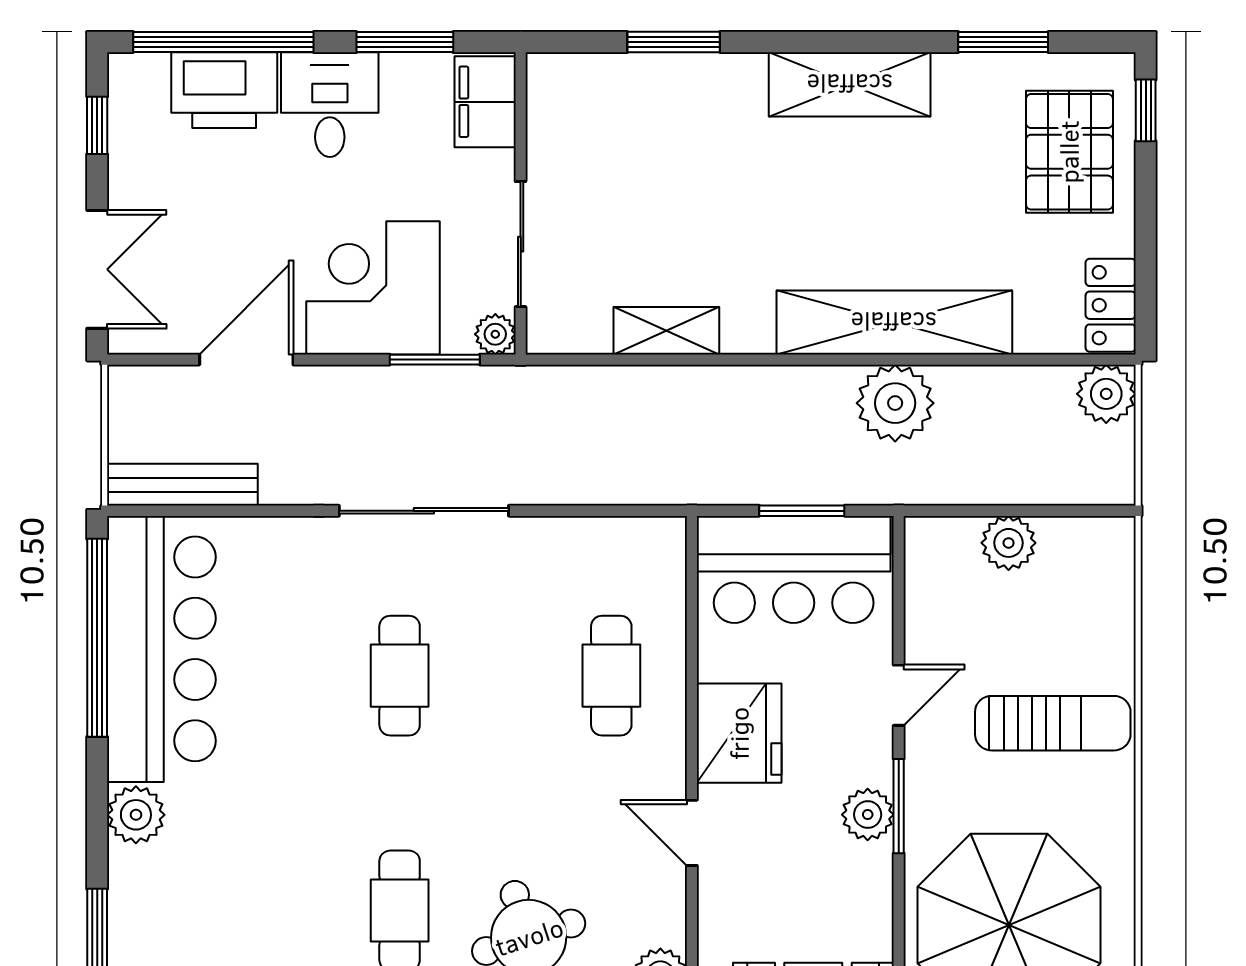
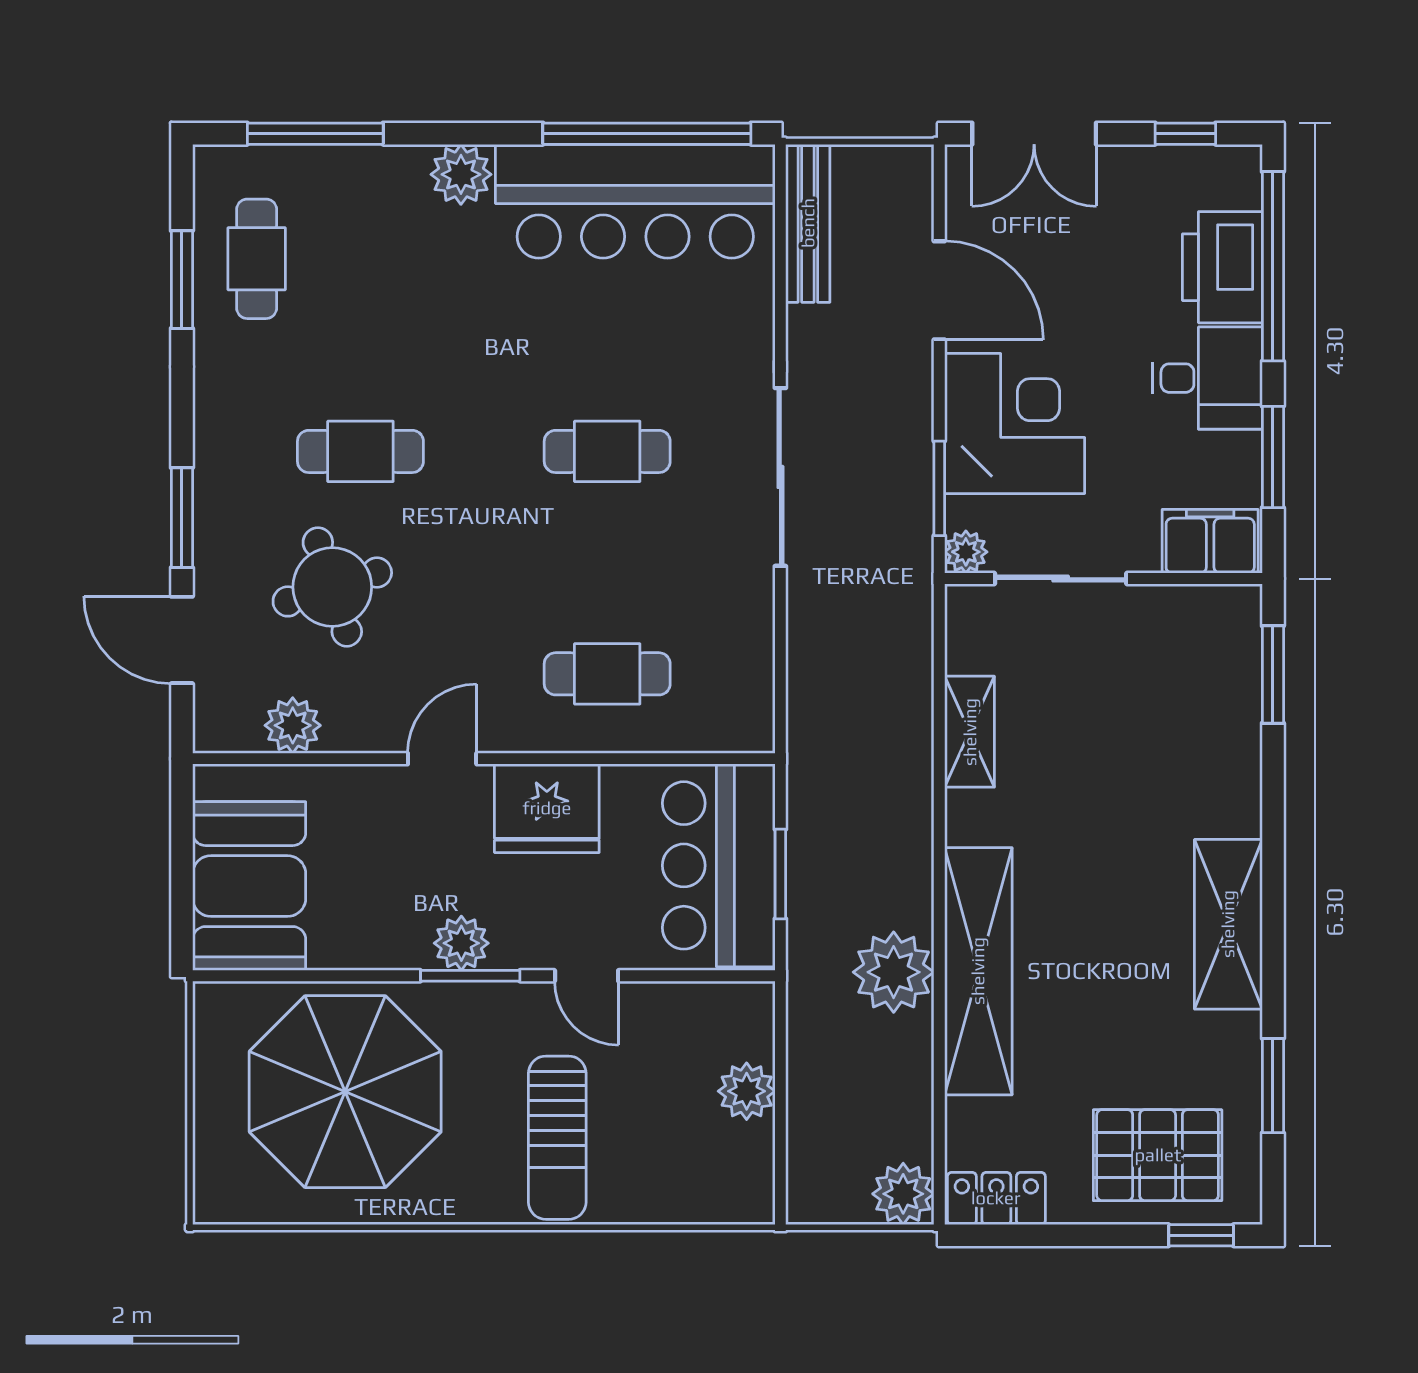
window: (674, 42) -> (1273, 674), moved

